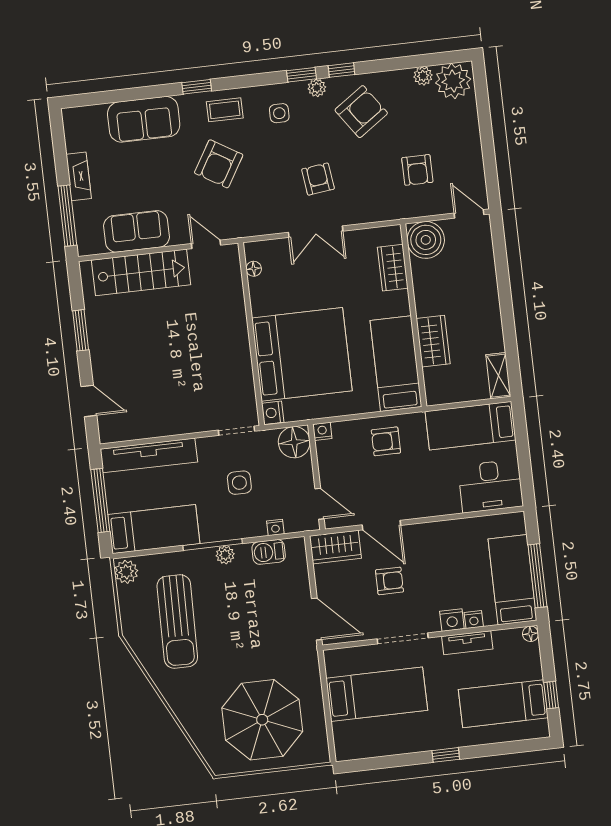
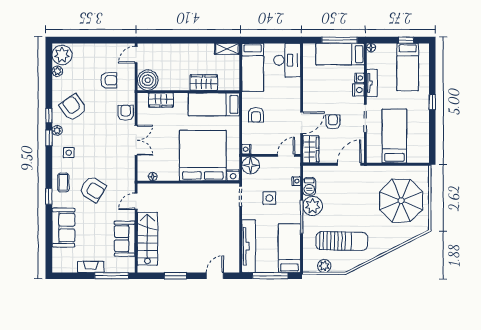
armchair: (318, 179) -> (126, 113), moved, turned 97
plant: (225, 555) -> (313, 206), width x1.88, depth x1.88
plant: (126, 572) -> (324, 266), moved

